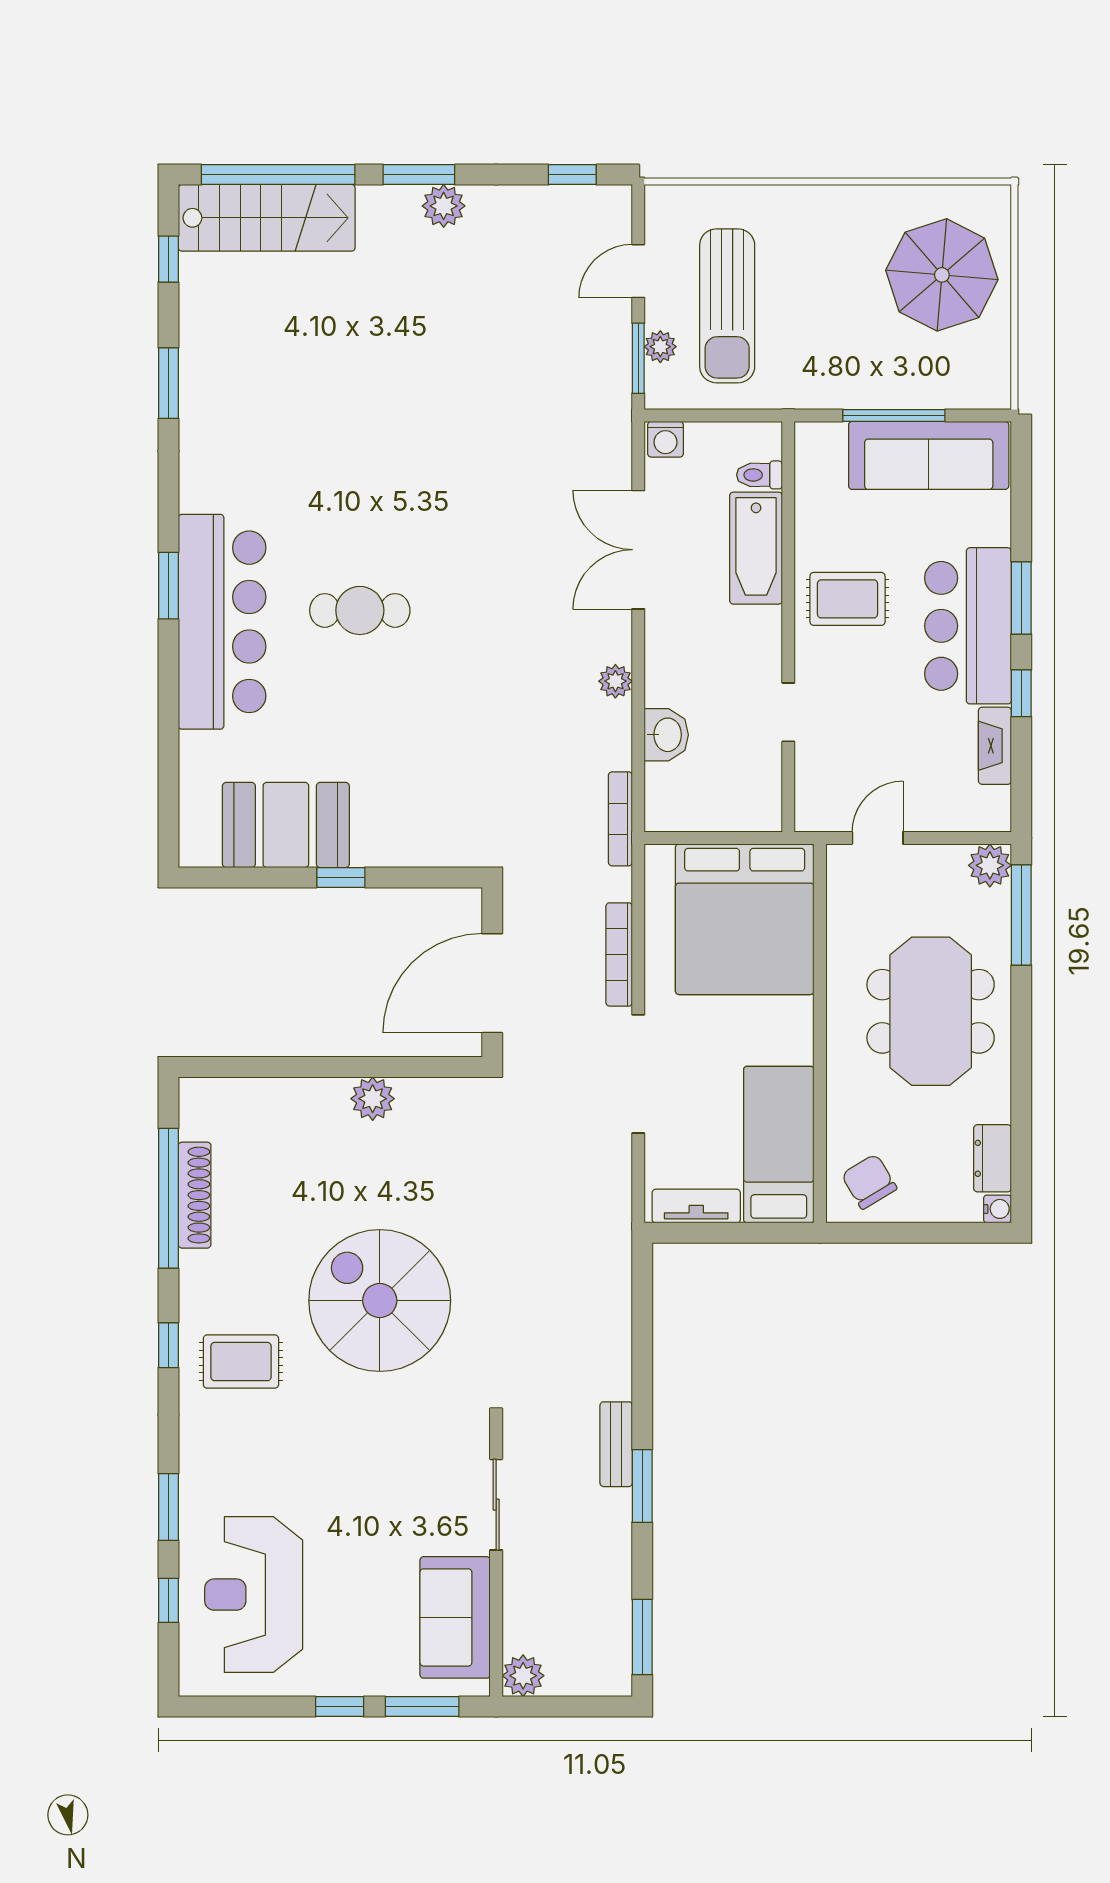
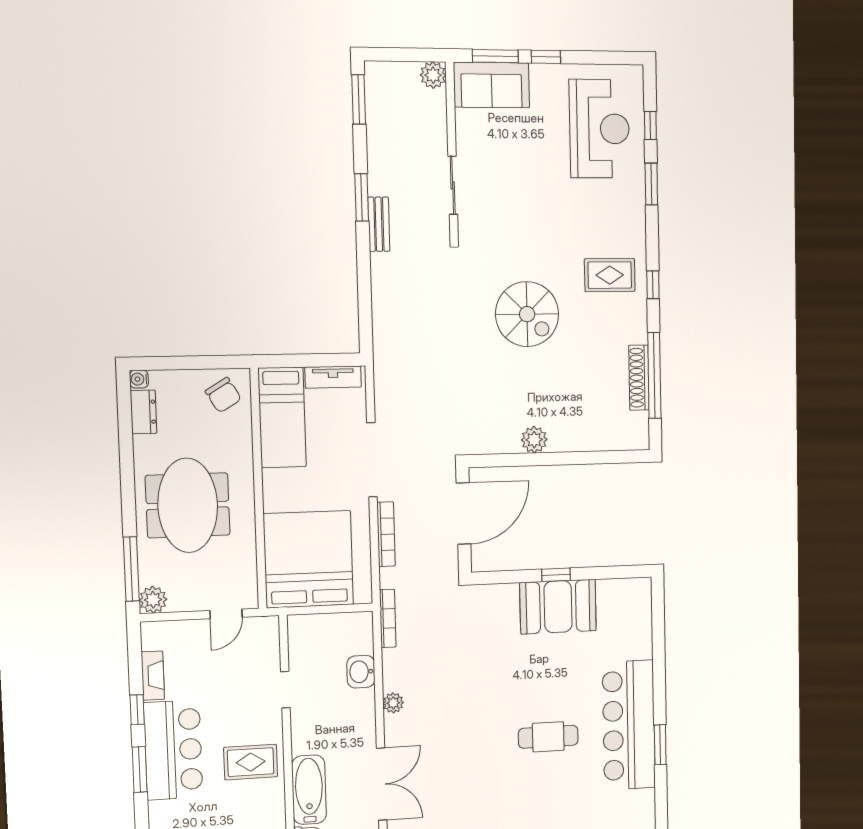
booth: (286, 825) -> (558, 607), moved
spiral stairs: (380, 1301) -> (527, 314), width x0.73, depth x0.73
sofa: (455, 1617) -> (491, 85), moved, turned 90

